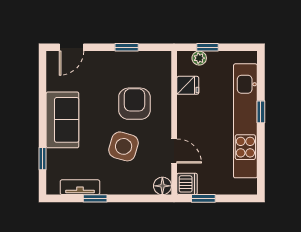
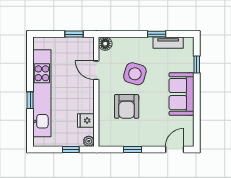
plant: (199, 58) -> (89, 141), moved
dishwasher: (187, 184) -> (86, 45), removed

